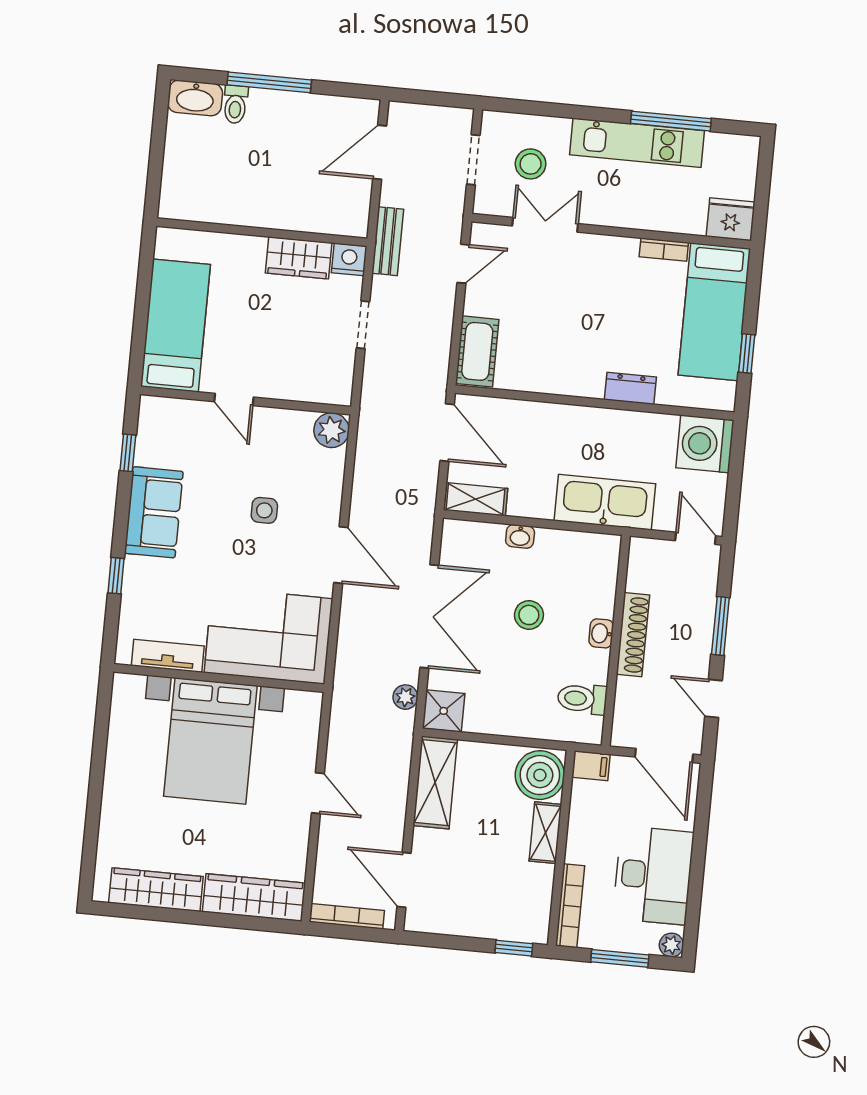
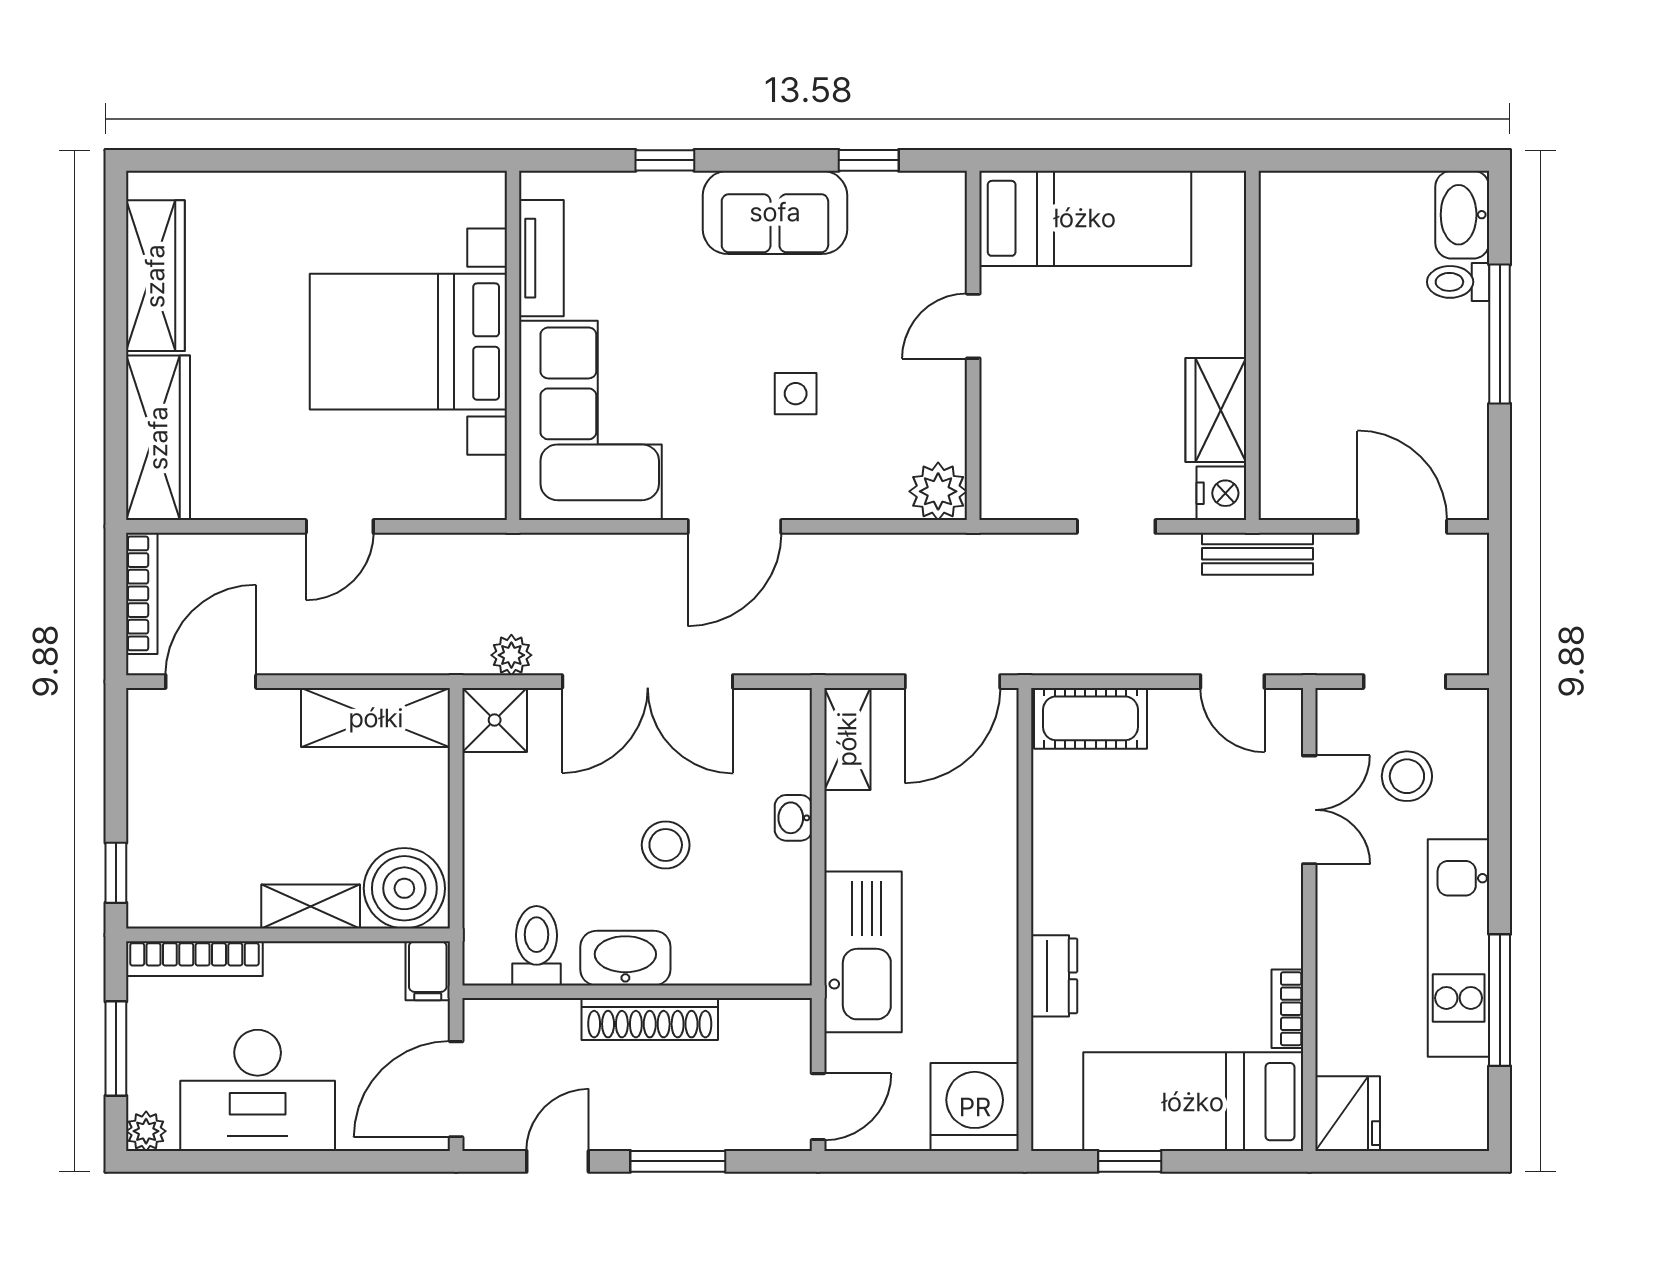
washbasin: (601, 633) -> (625, 958), width x1.91, depth x1.45

